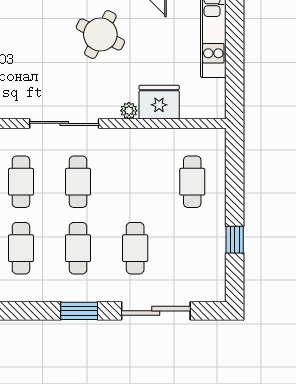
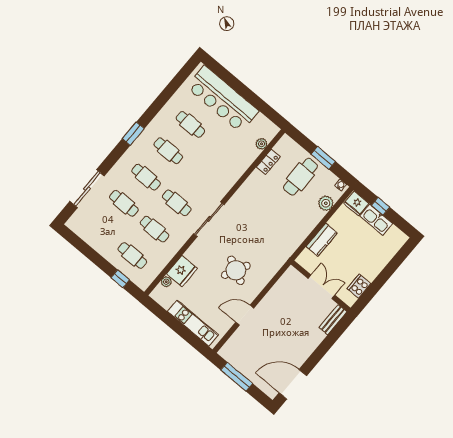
plant: (129, 111) -> (166, 282), moved
cafe table: (21, 182) -> (155, 229), moved
window: (235, 240) -> (120, 279), moved
window: (79, 311) -> (133, 134), moved

